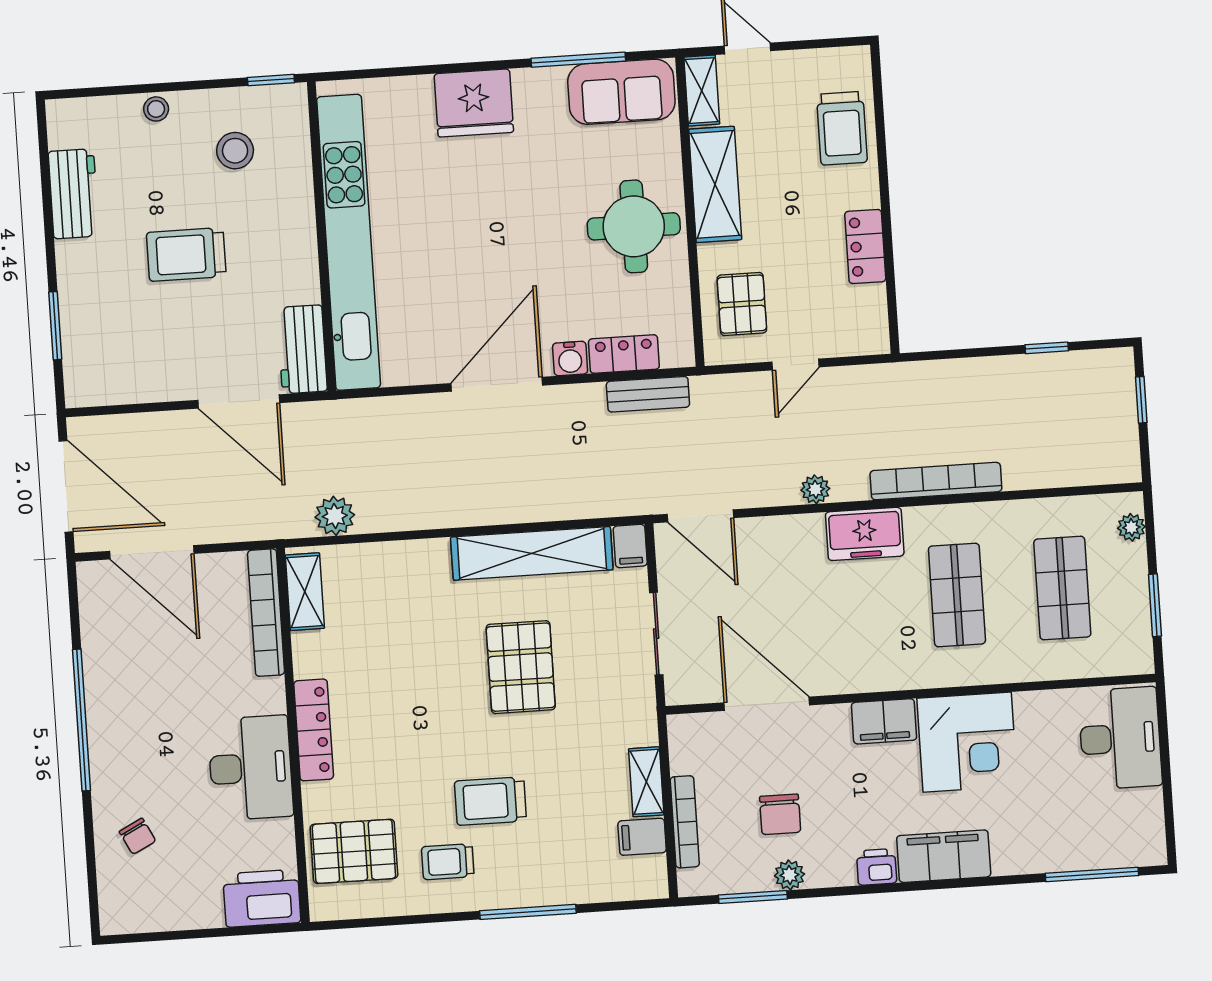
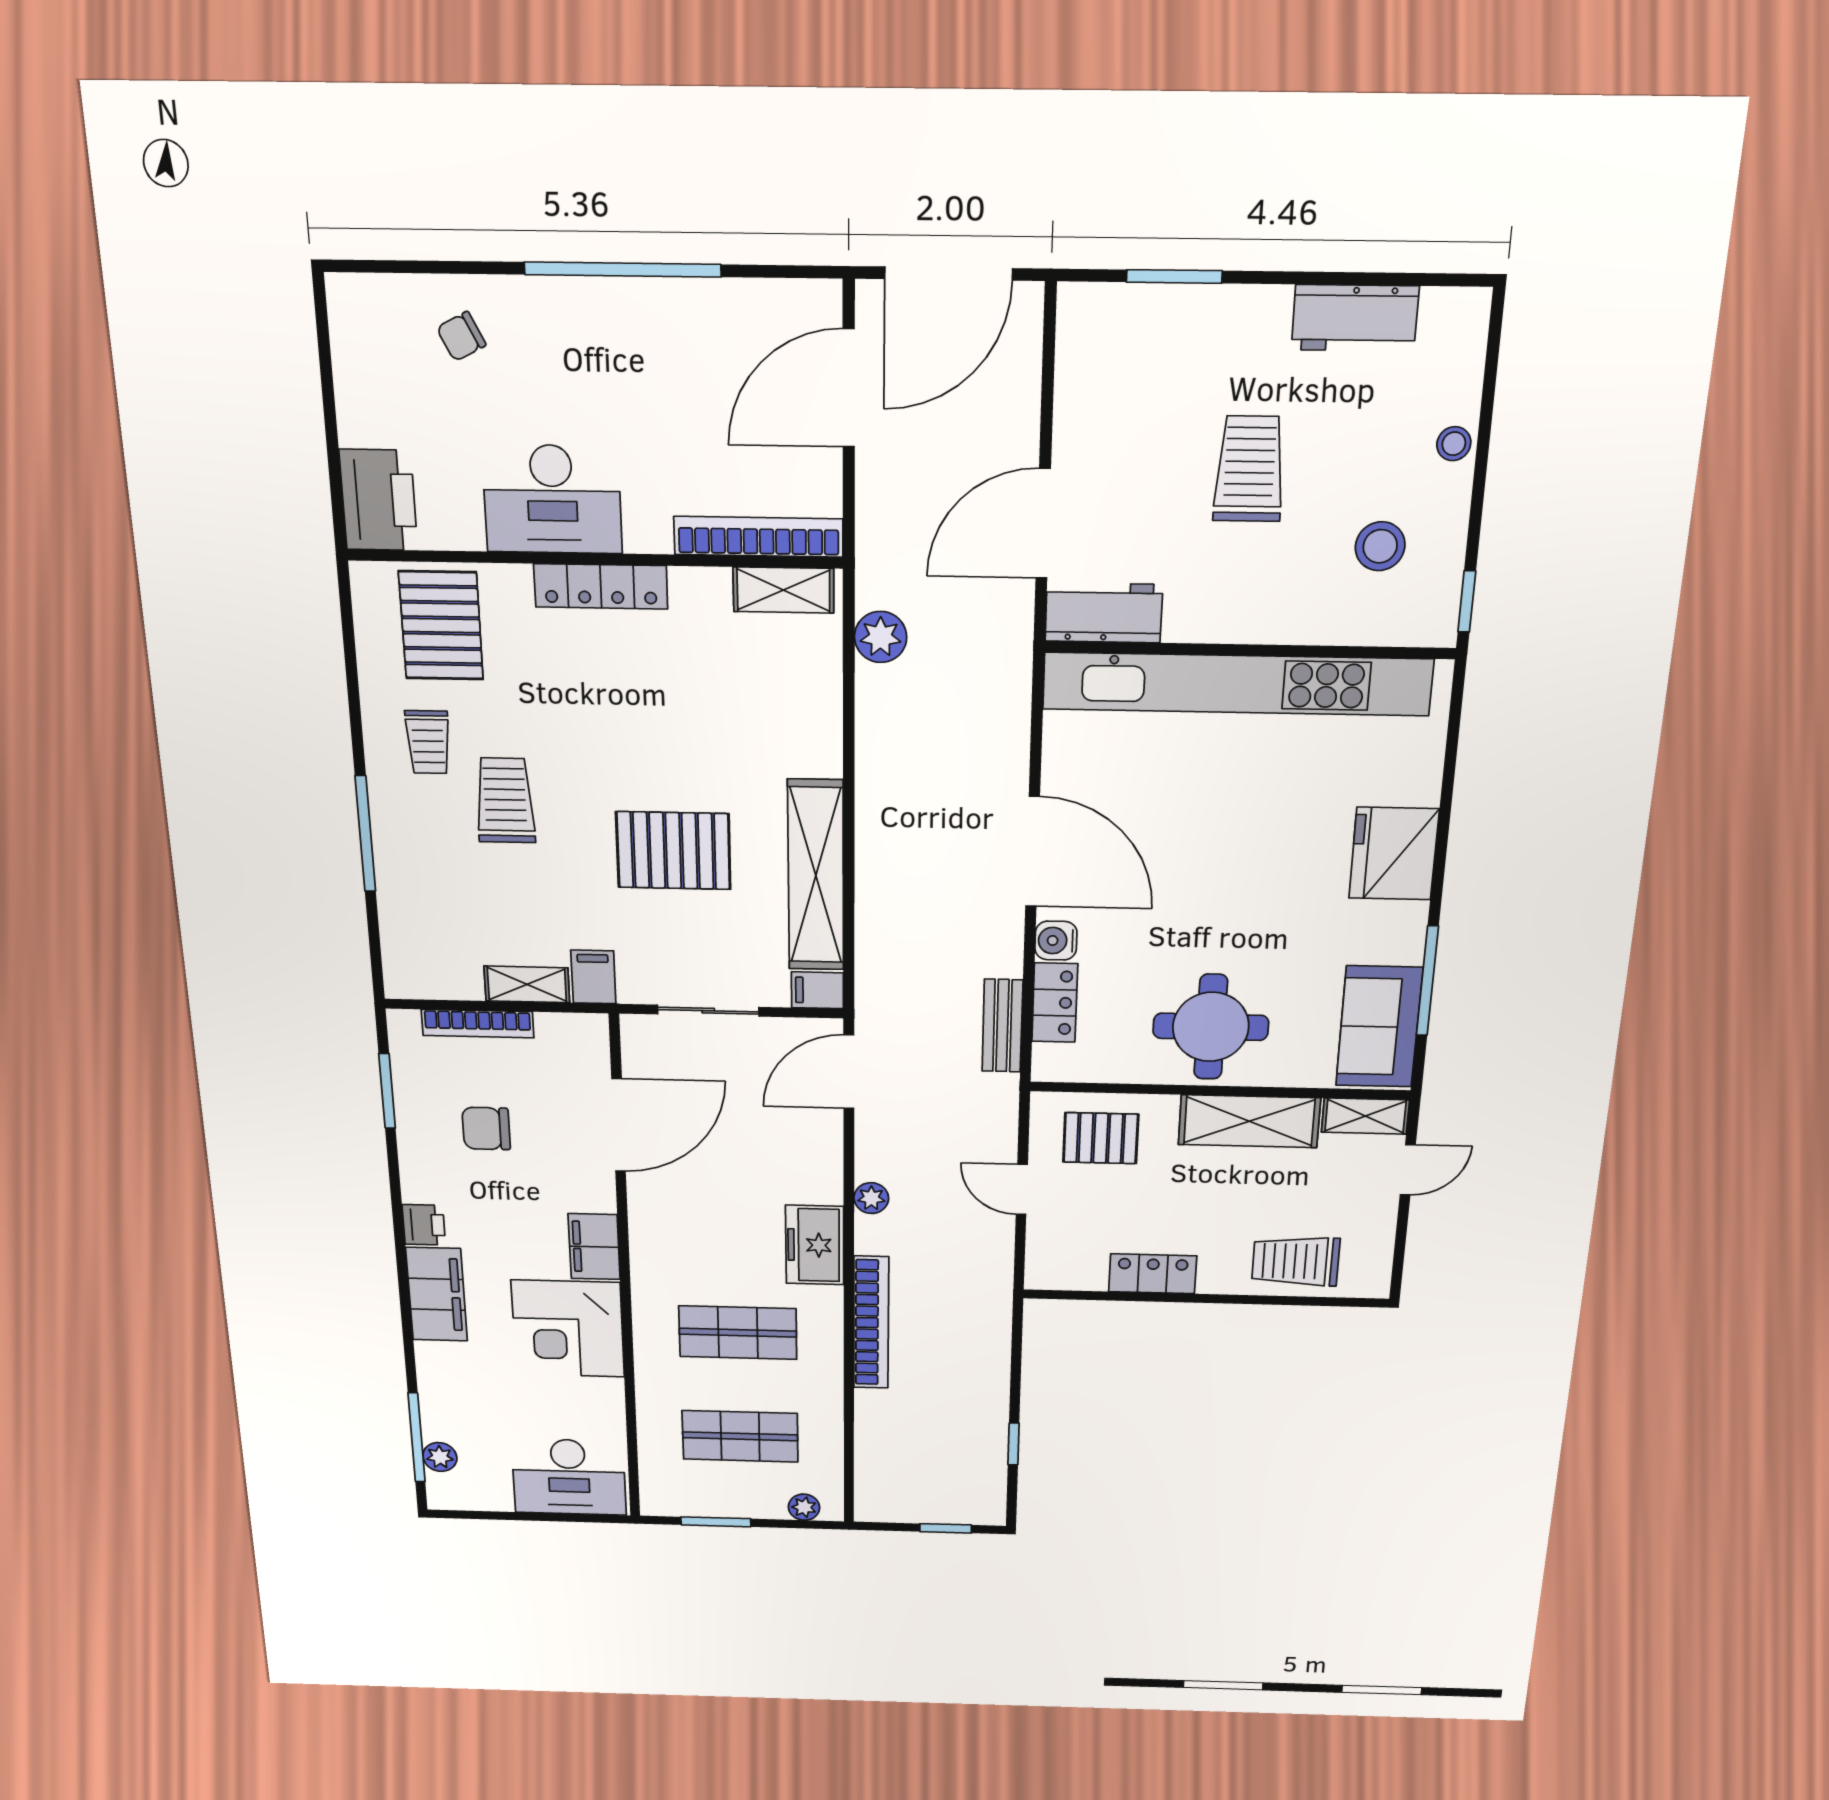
filing cabinet: (642, 837) -> (593, 977), moved
trolley: (448, 862) -> (428, 742), turned 180
plant: (789, 875) -> (440, 1457), moved

